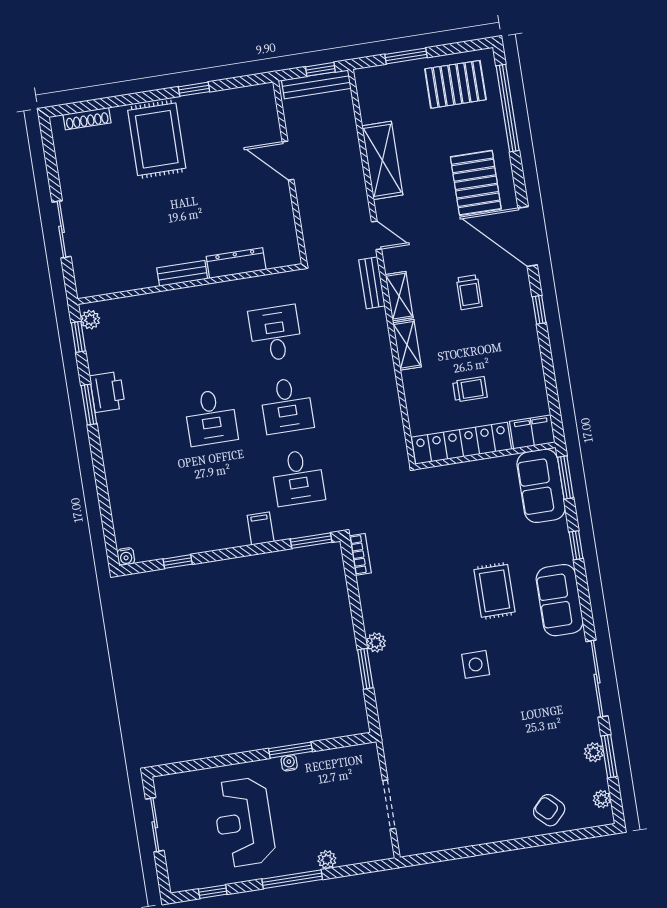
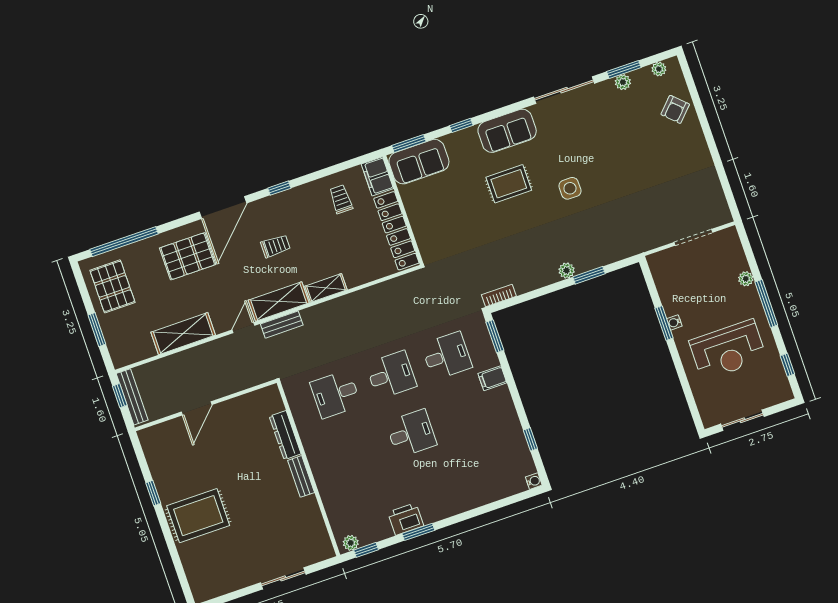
shoe rack: (87, 119) -> (192, 574), removed
shelving: (399, 296) -> (279, 302), width x1.50, depth x1.33
trolley: (470, 389) -> (341, 199), moved

